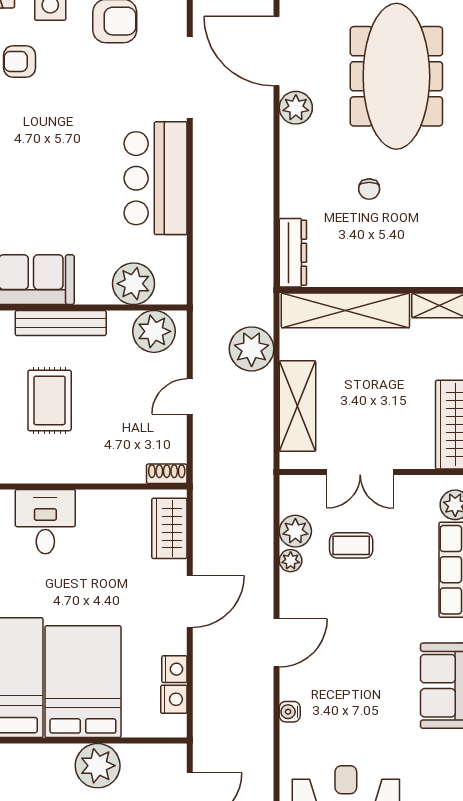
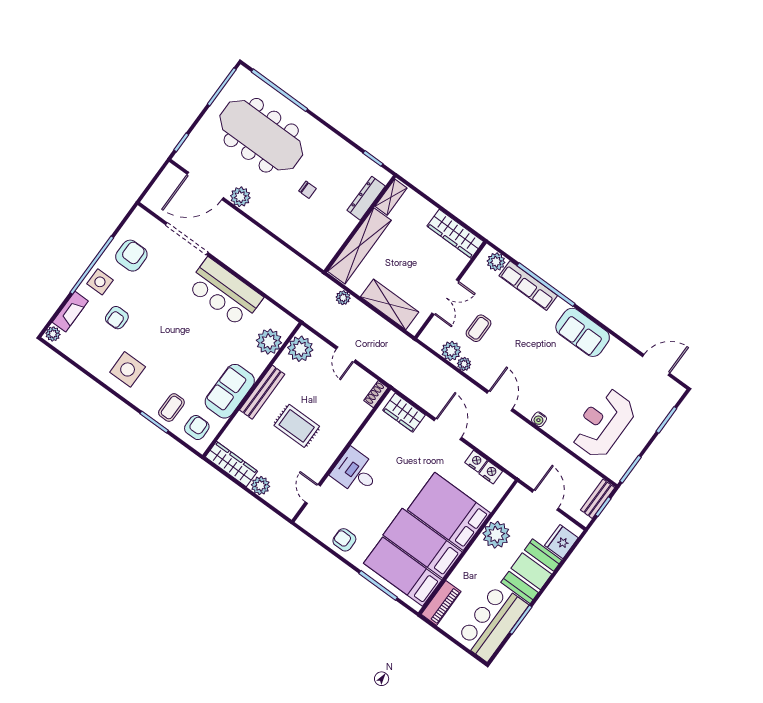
dresser: (293, 253) -> (366, 198), moved, turned -90
plant: (252, 349) -> (343, 298), width x0.53, depth x0.53

